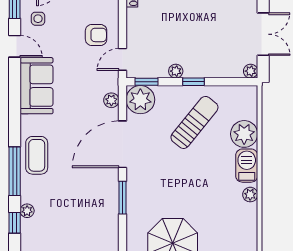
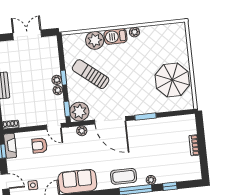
armchair: (96, 35) -> (40, 146), turned -90
plant: (251, 71) -> (57, 80), moved
plant: (27, 211) -> (151, 180), moved

